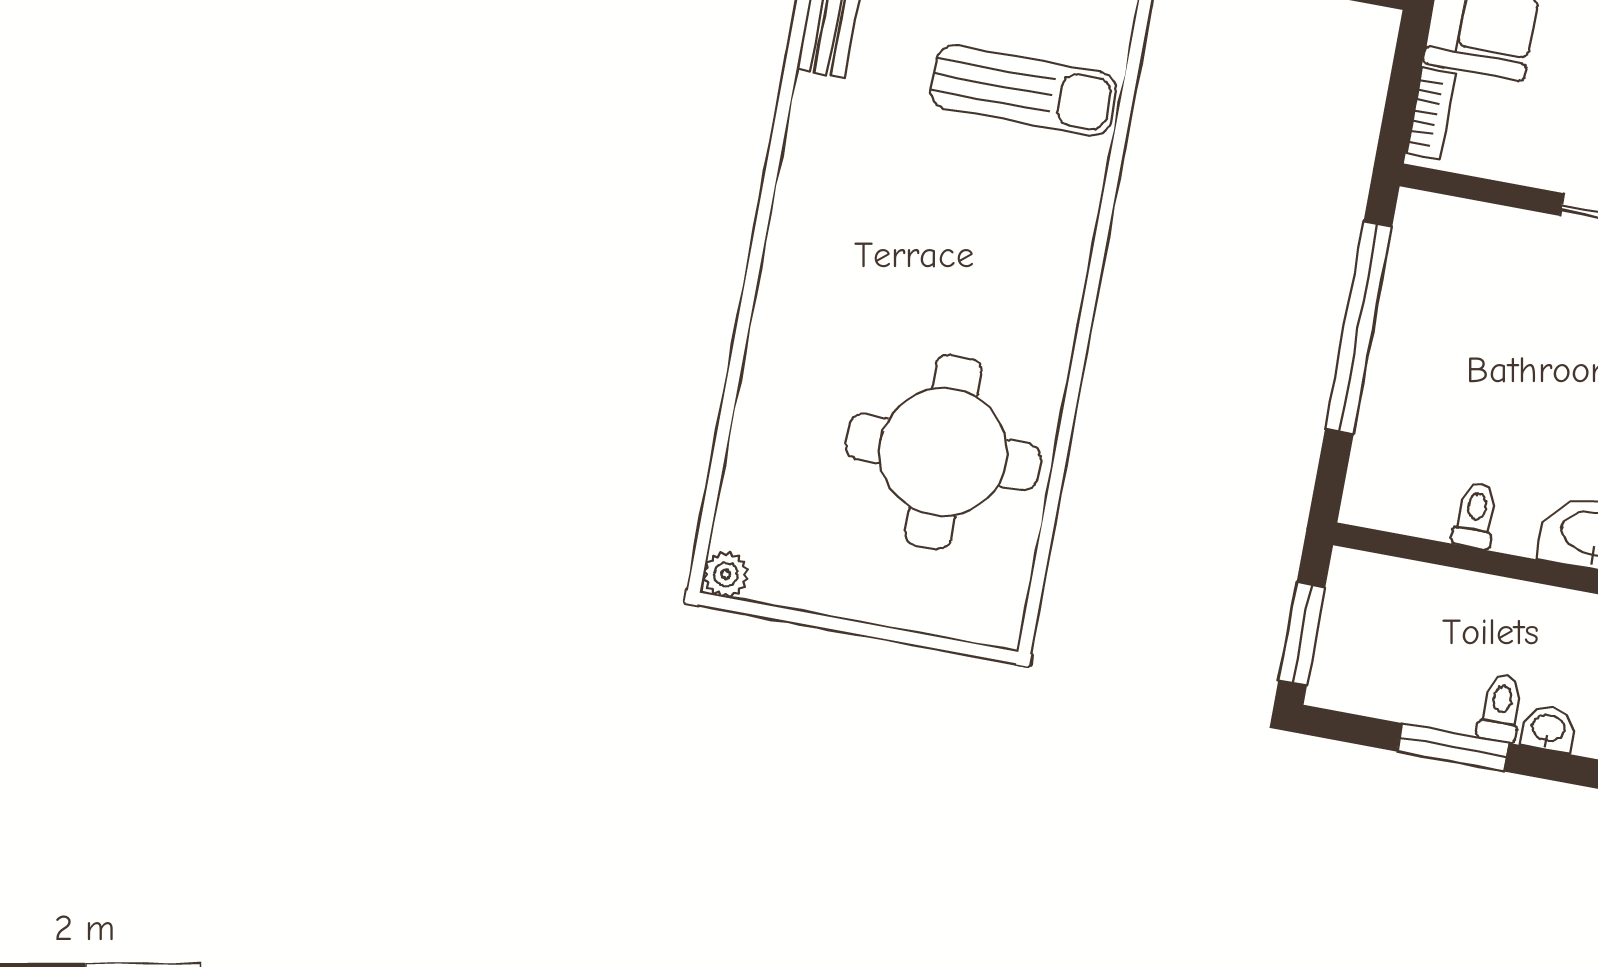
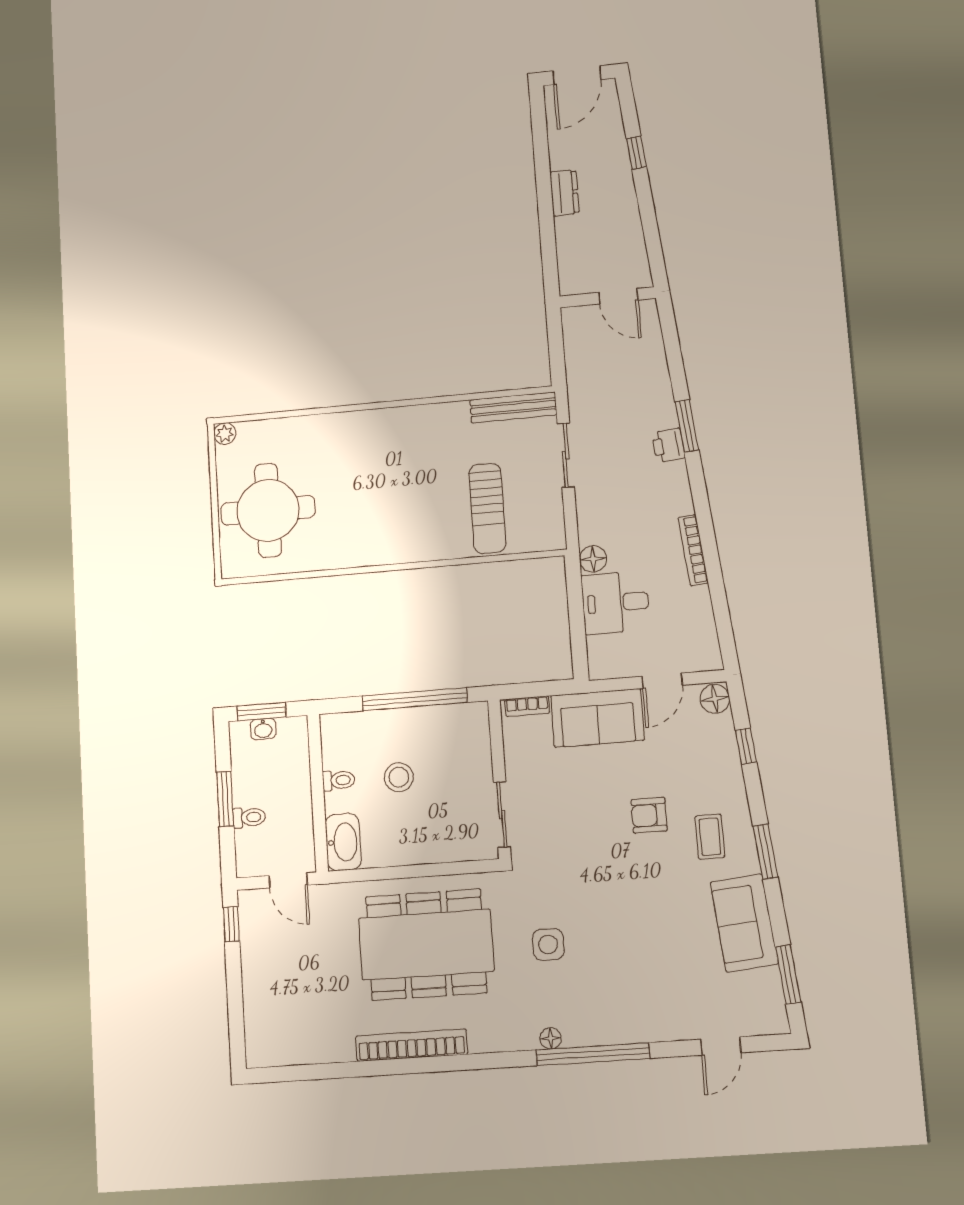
stool: (1501, 397) -> (399, 777), added
round table: (943, 452) -> (268, 510), moved
washbasin: (1548, 729) -> (263, 729), moved, turned 90

